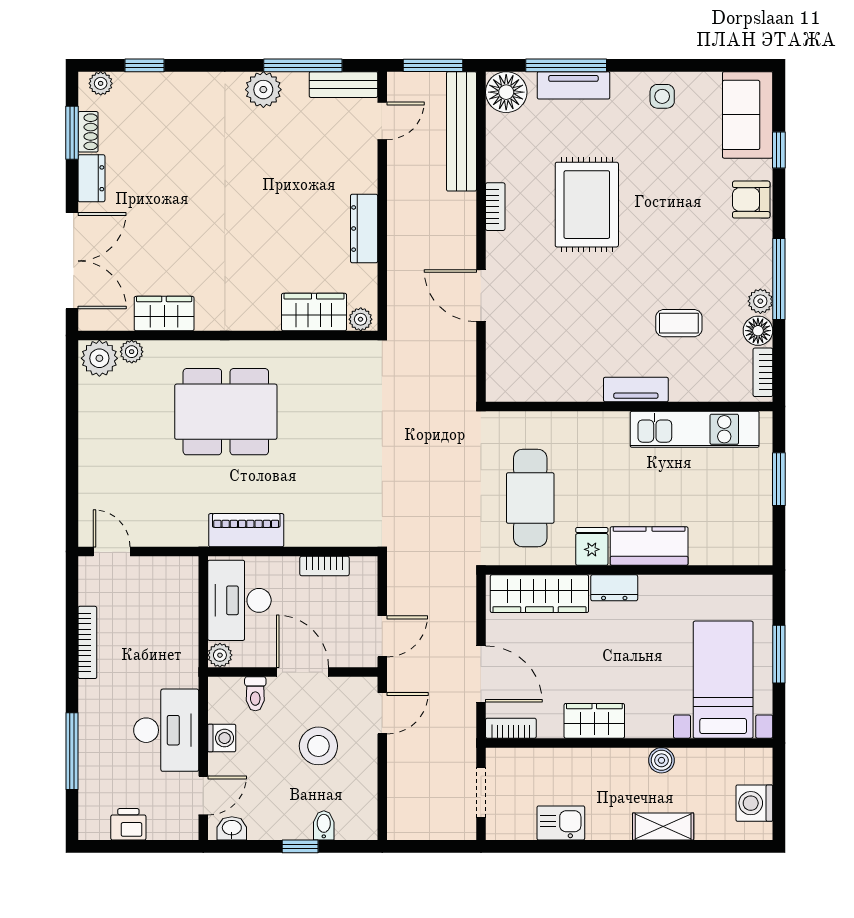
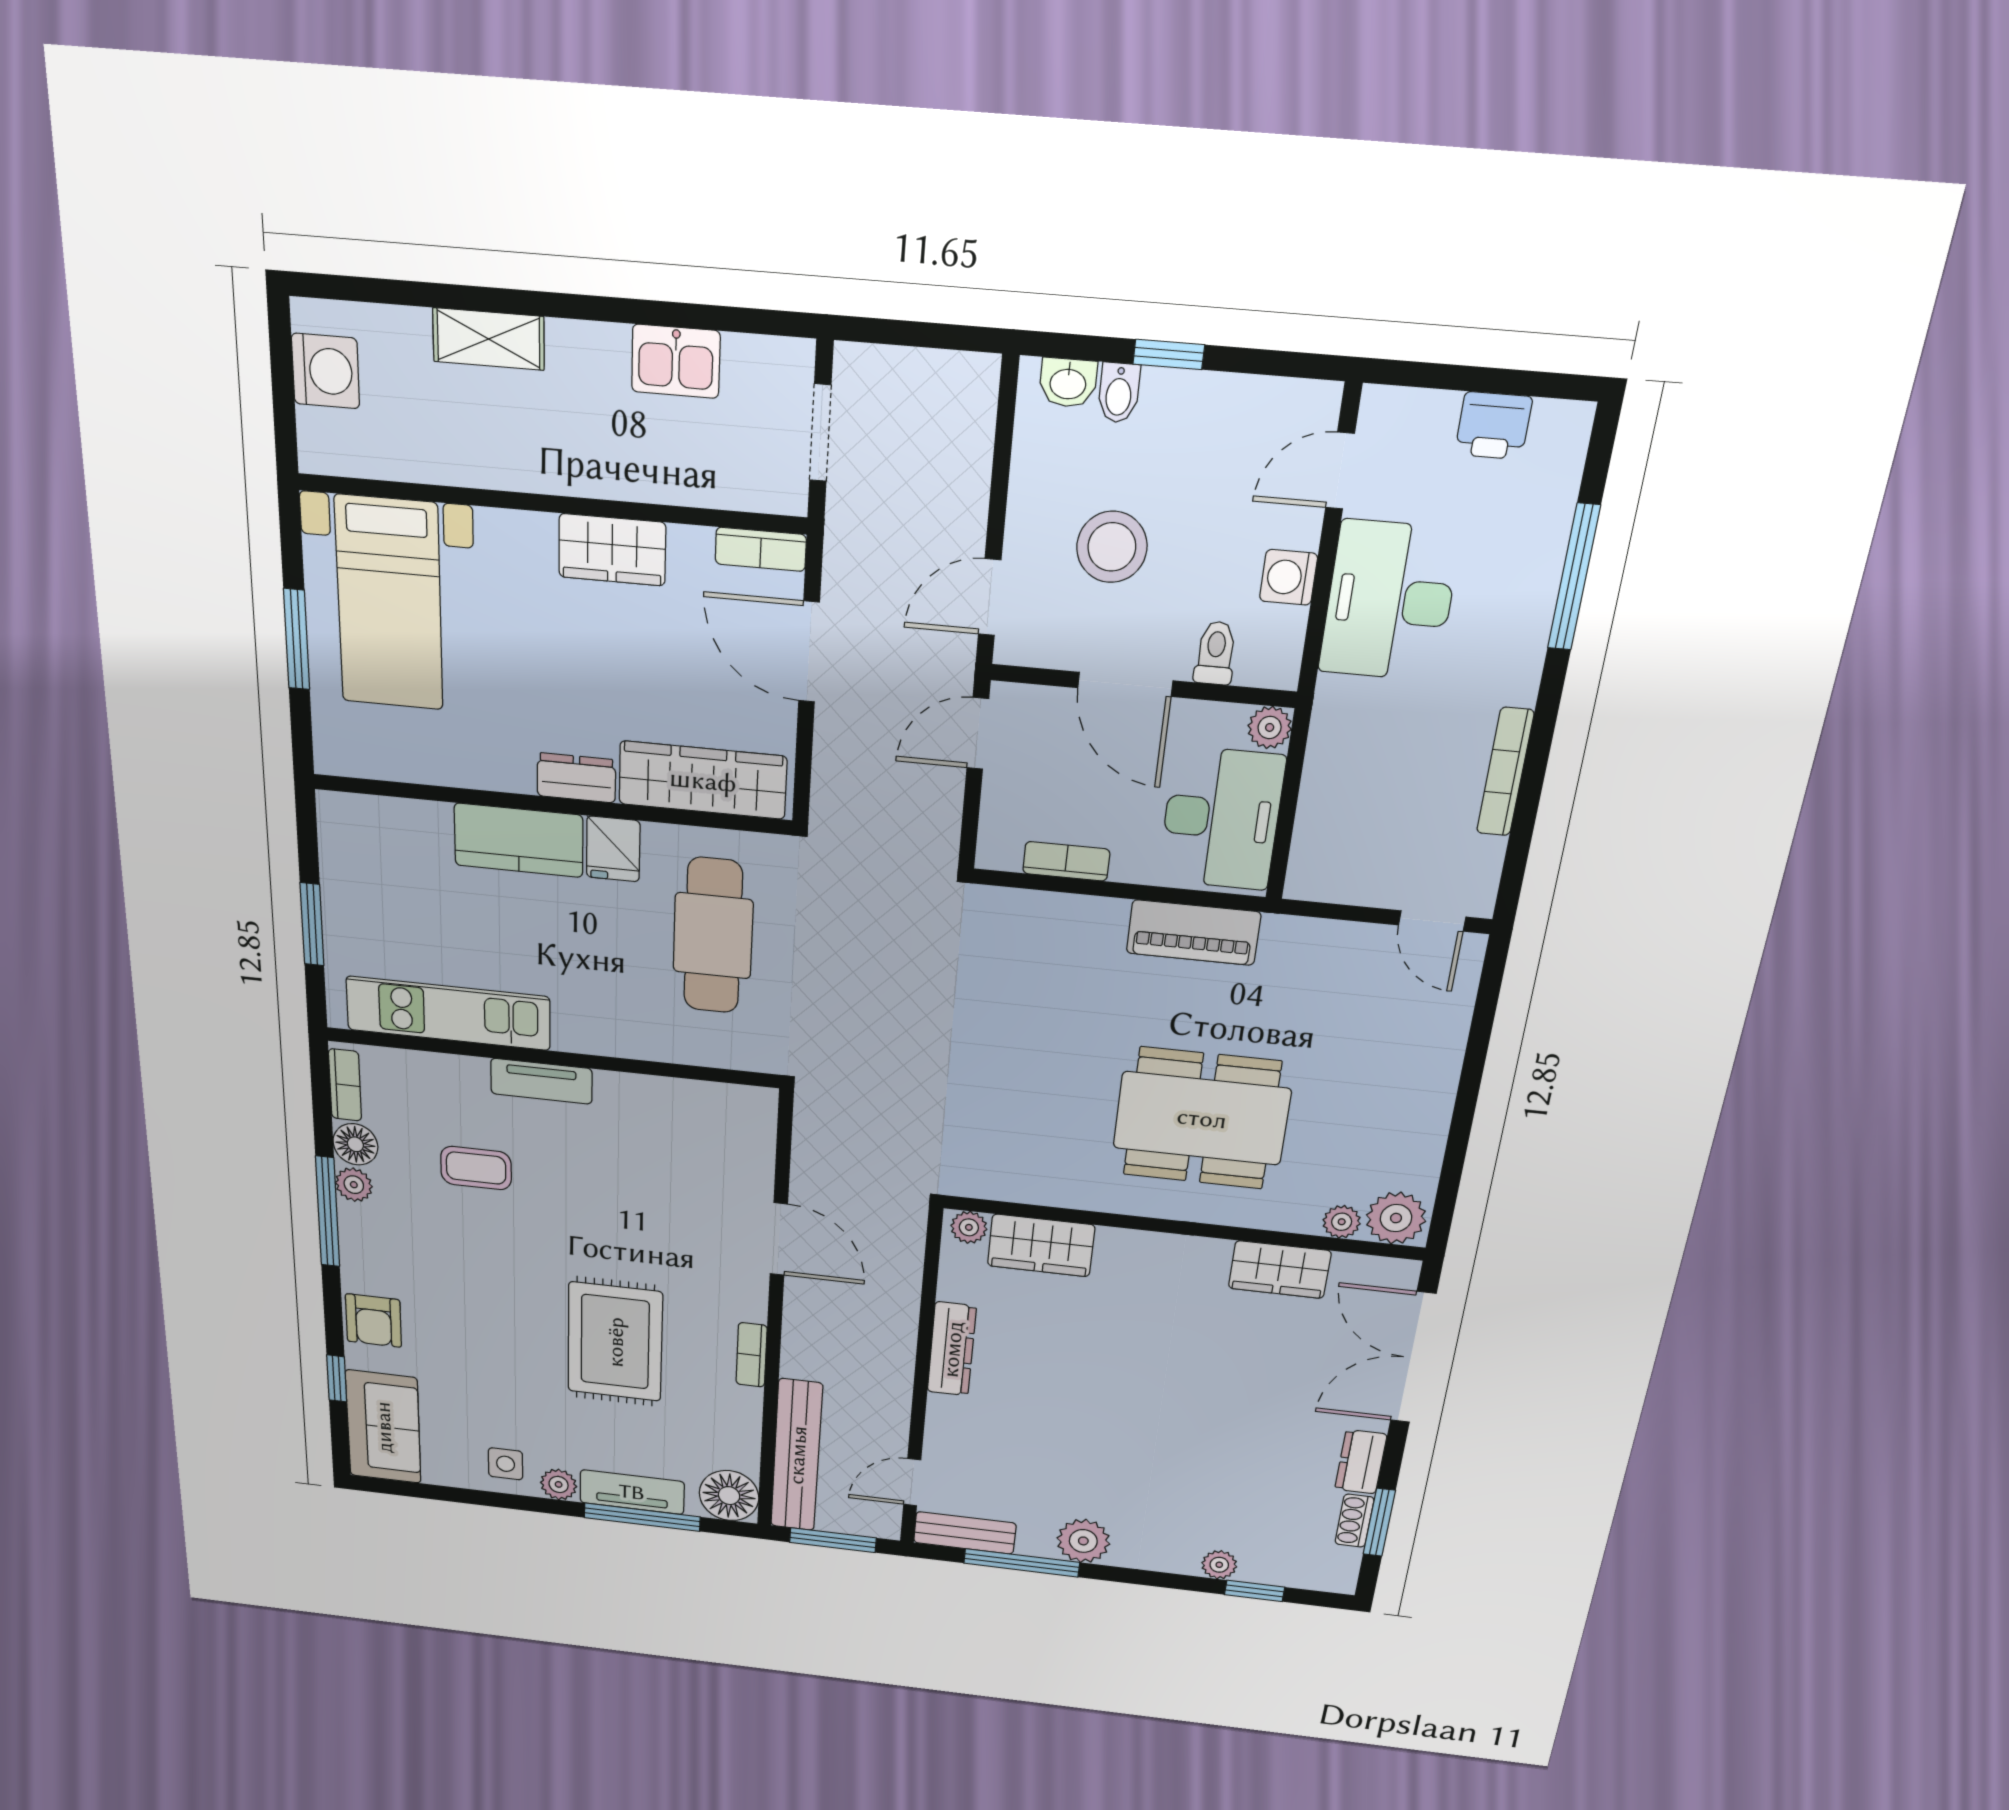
plant: (101, 83) -> (1219, 1565), moved
plant: (625, 84) -> (559, 1484), added
armchair: (751, 200) -> (373, 1321), turned 90
boiler: (661, 760) -> (493, 466), removed
washbasin: (232, 828) -> (1068, 383), moved

